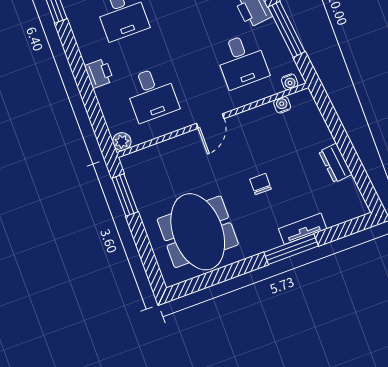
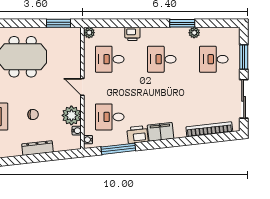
plant: (261, 122) -> (71, 115), added
dresser: (335, 163) -> (37, 148), width x1.44
chair: (260, 184) -> (33, 114), moved

